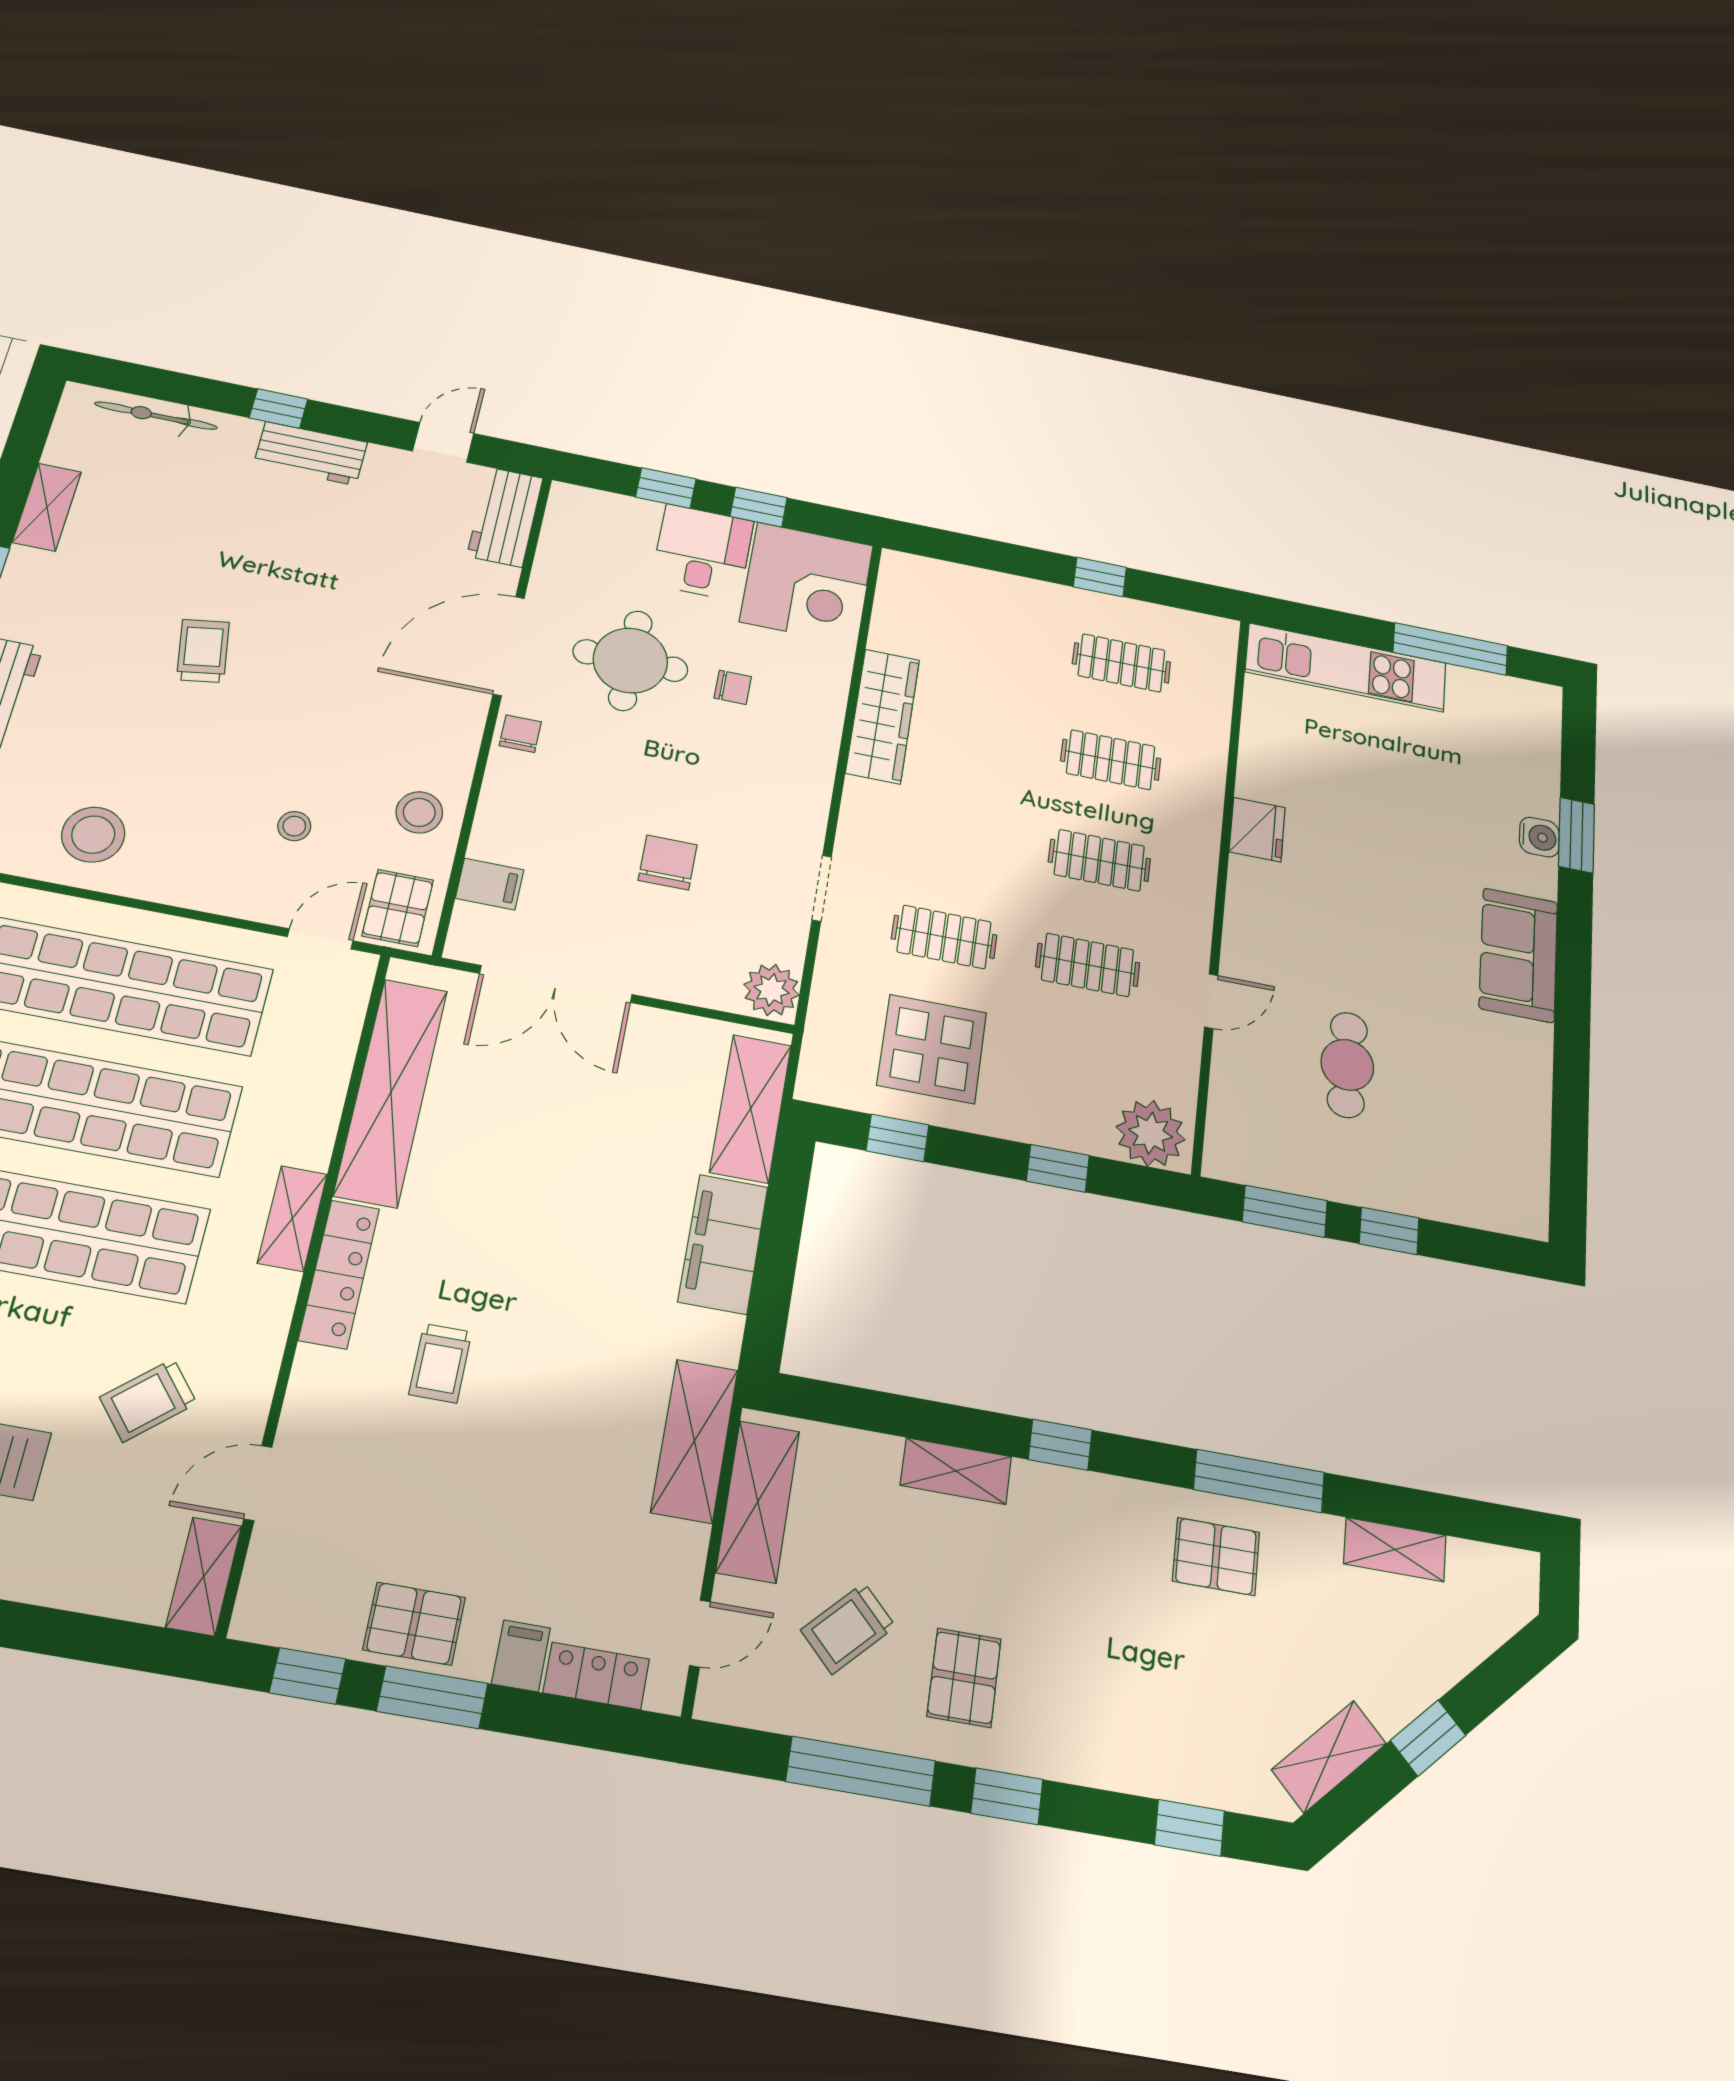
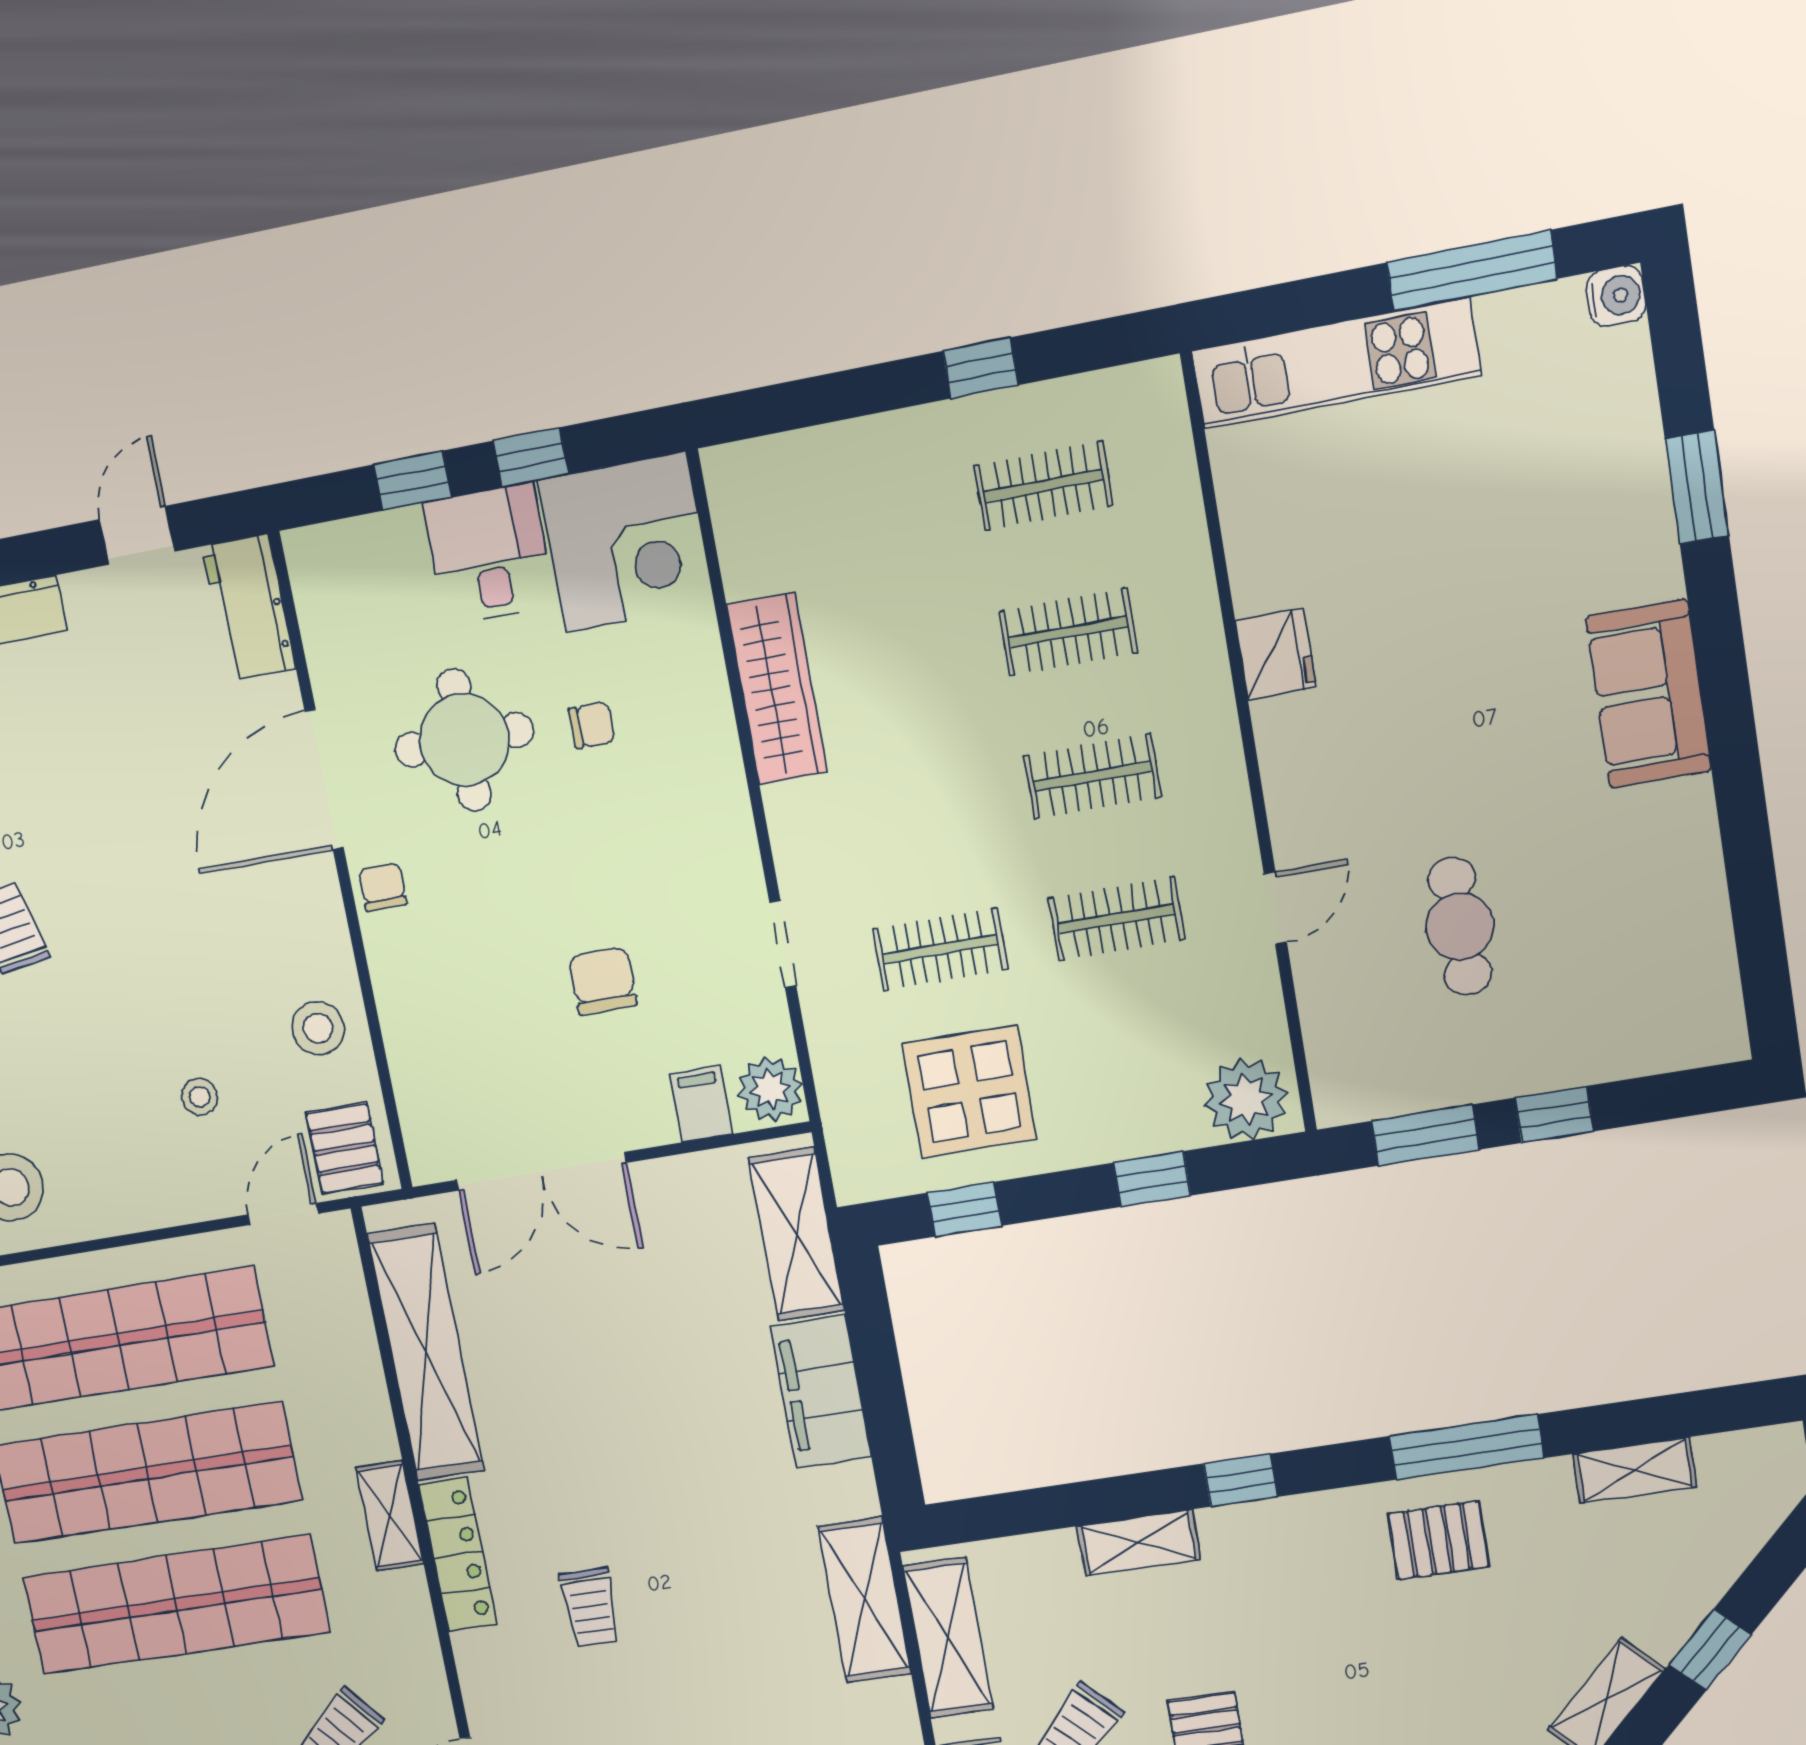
water cooler: (1539, 837) -> (1616, 296), moved
filing cabinet: (490, 884) -> (701, 1104), moved, turned -90

